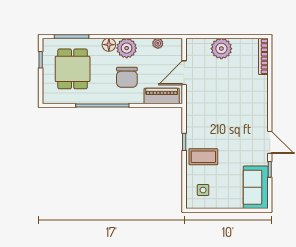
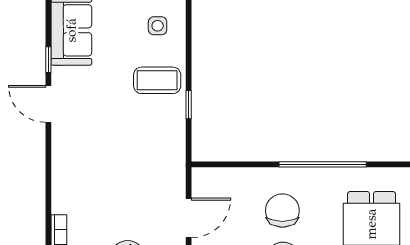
piano: (162, 96) -> (225, 180), removed

